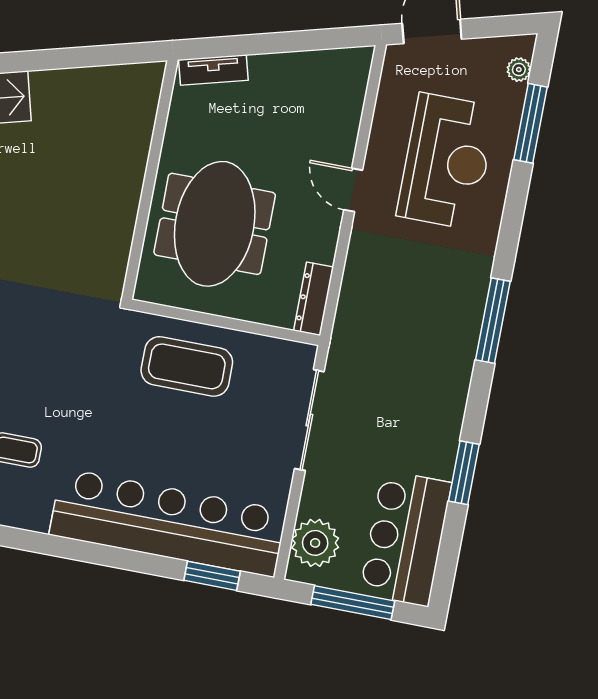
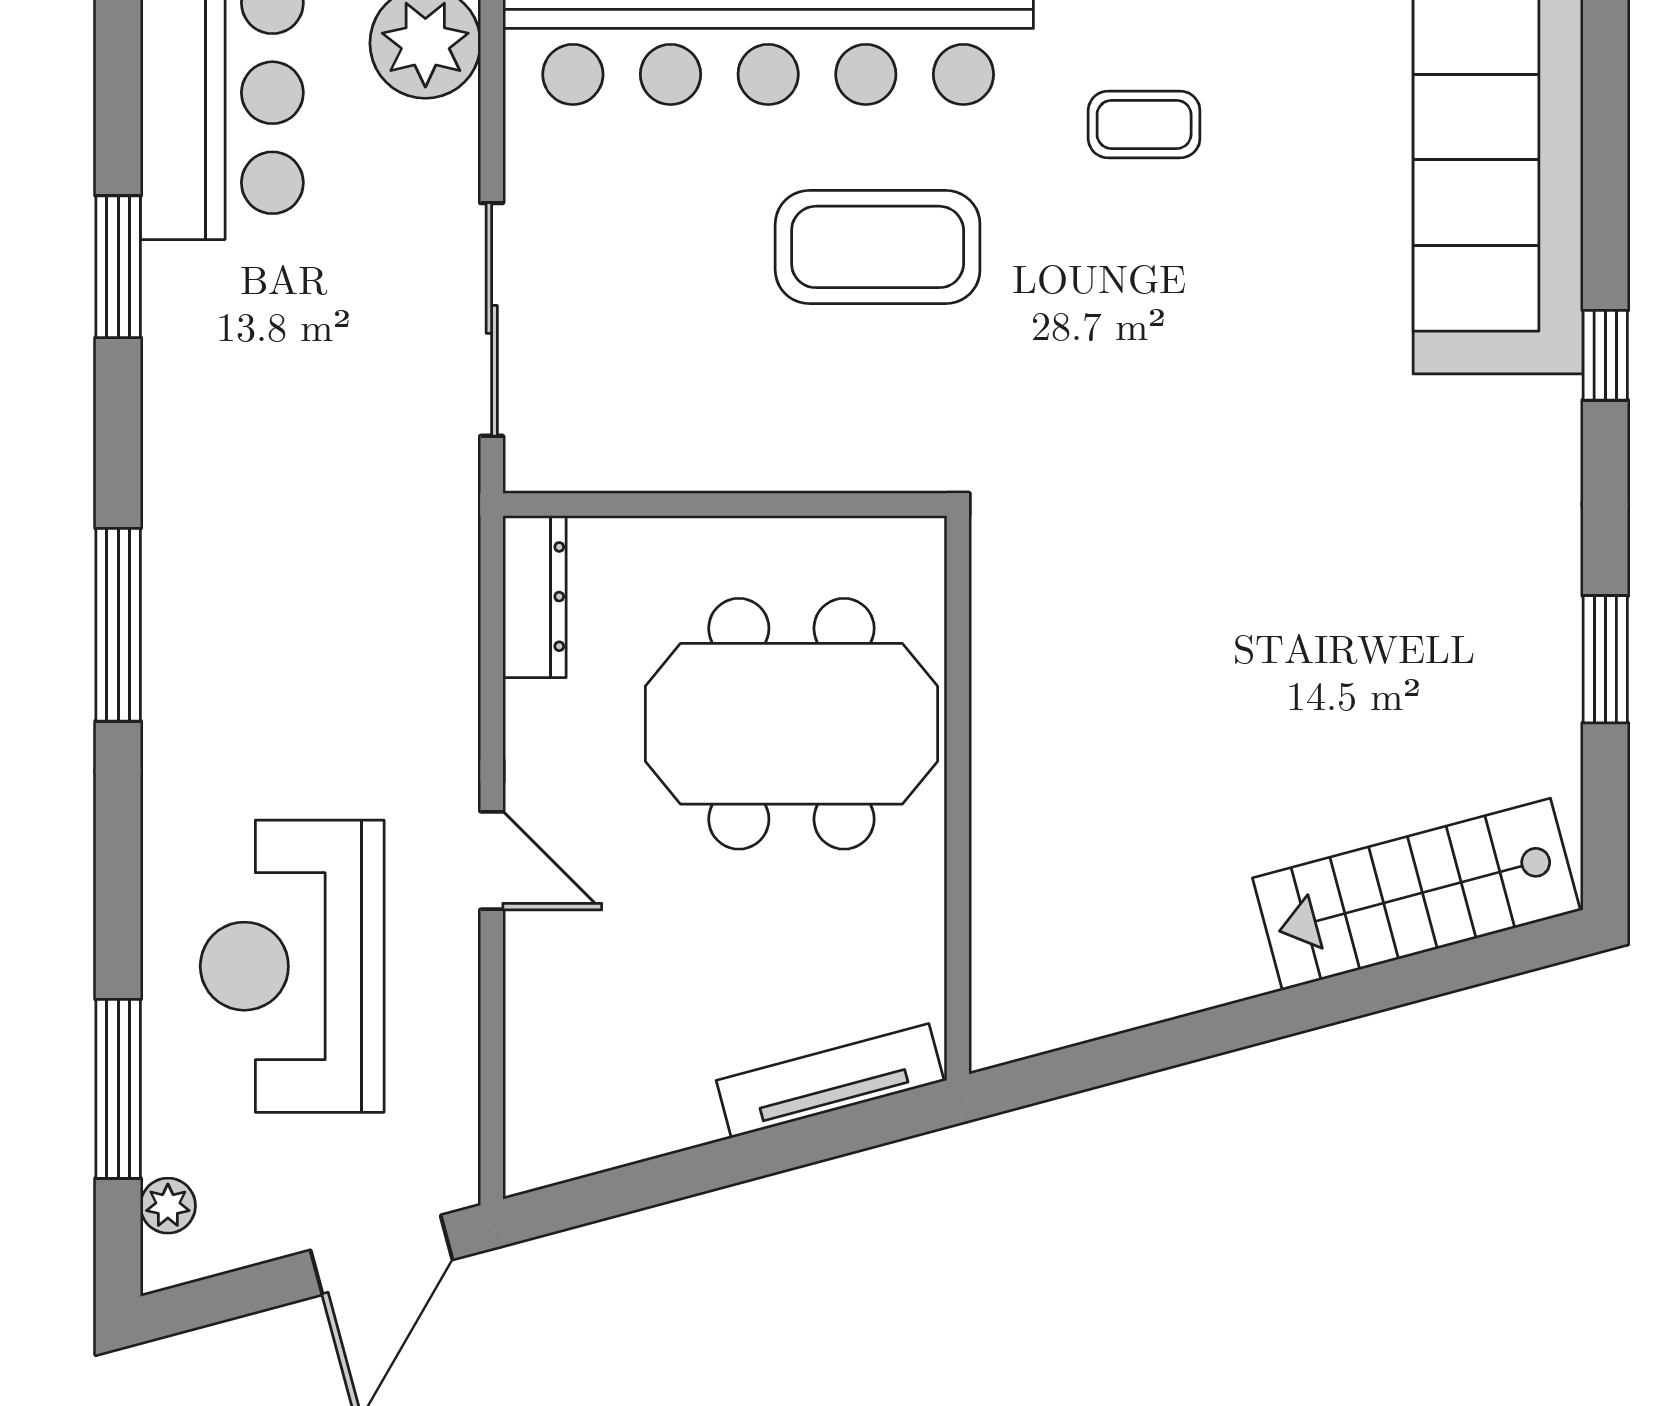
tv unit: (213, 70) -> (830, 1081), width x1.41
meeting table: (215, 224) -> (791, 724), turned 90
coffee table: (187, 366) -> (878, 247), moved

